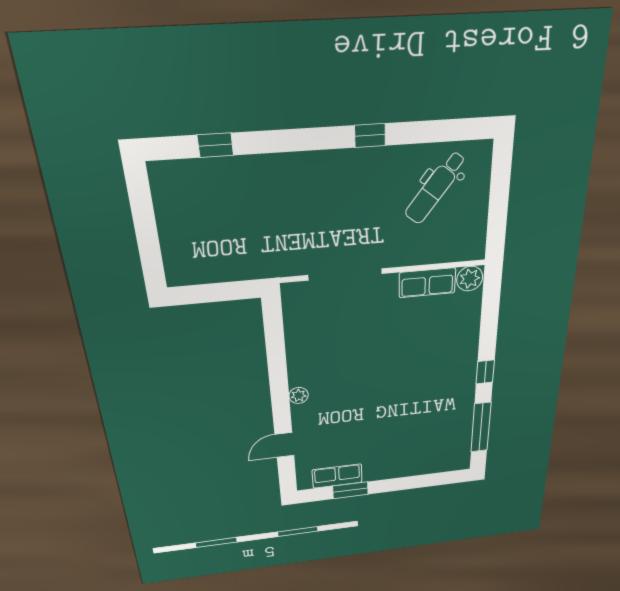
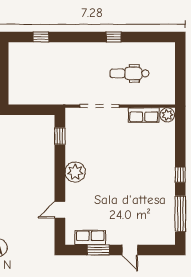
dental chair: (435, 188) -> (129, 73), moved, turned 52
window: (274, 333) -> (60, 136), added
plant: (299, 395) -> (75, 172), width x1.88, depth x1.88
door: (400, 484) -> (130, 250), added

